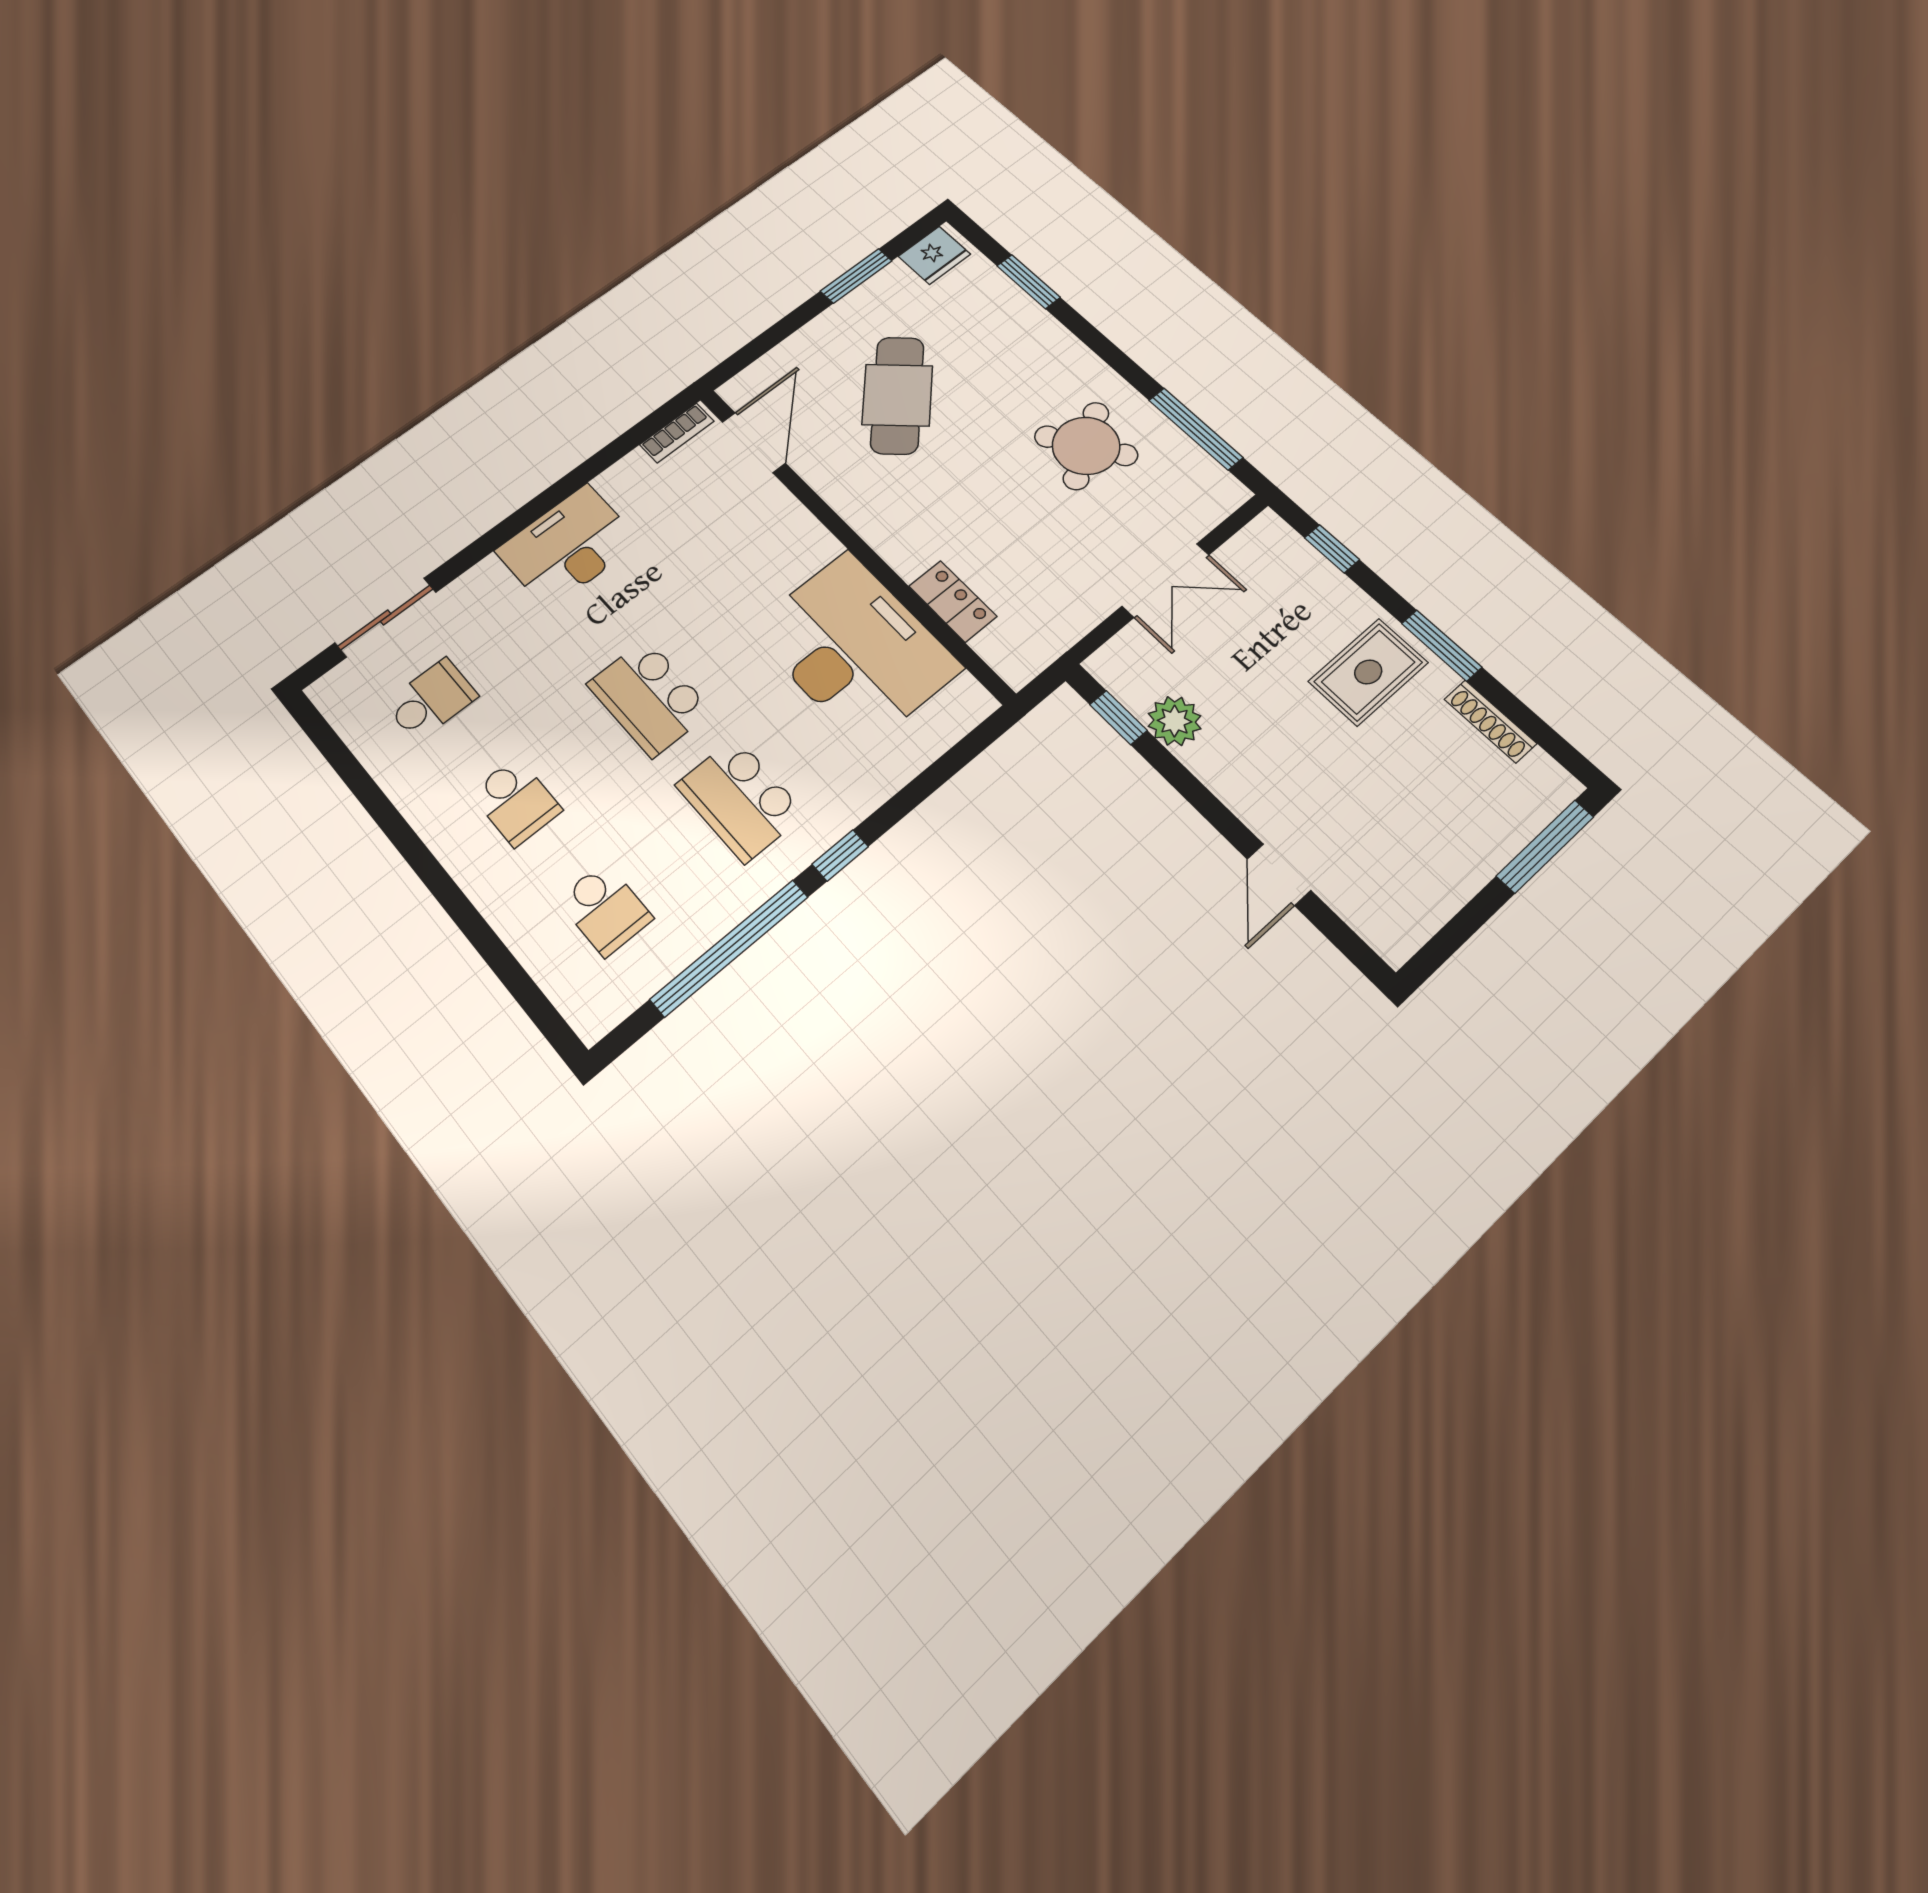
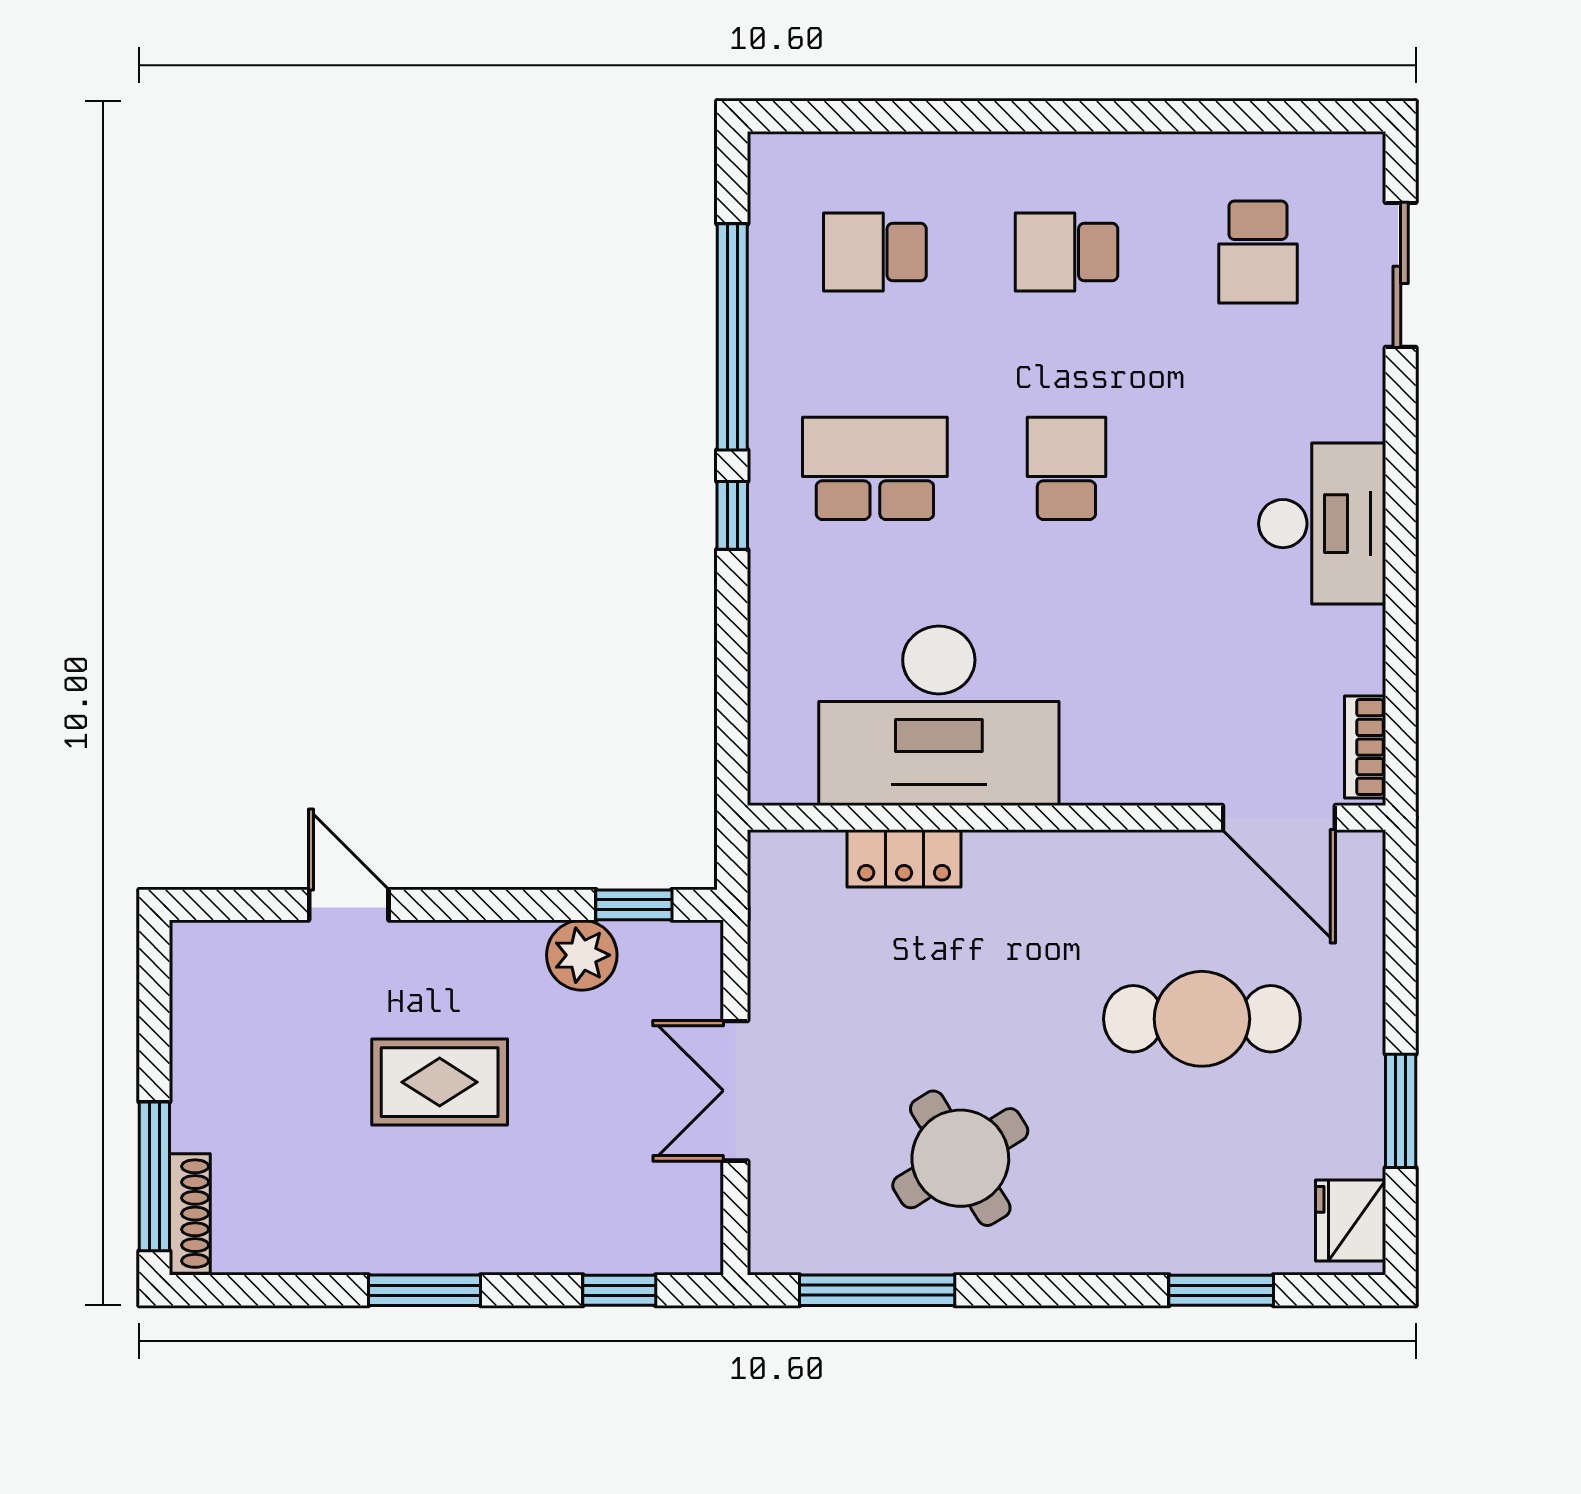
cafe table: (897, 395) -> (1202, 1019), turned -44
rug: (1368, 672) -> (440, 1082), moved, turned 90
school desk: (649, 698) -> (1066, 468), width x0.54
shoe rack: (1490, 721) -> (190, 1214), moved, turned 90

